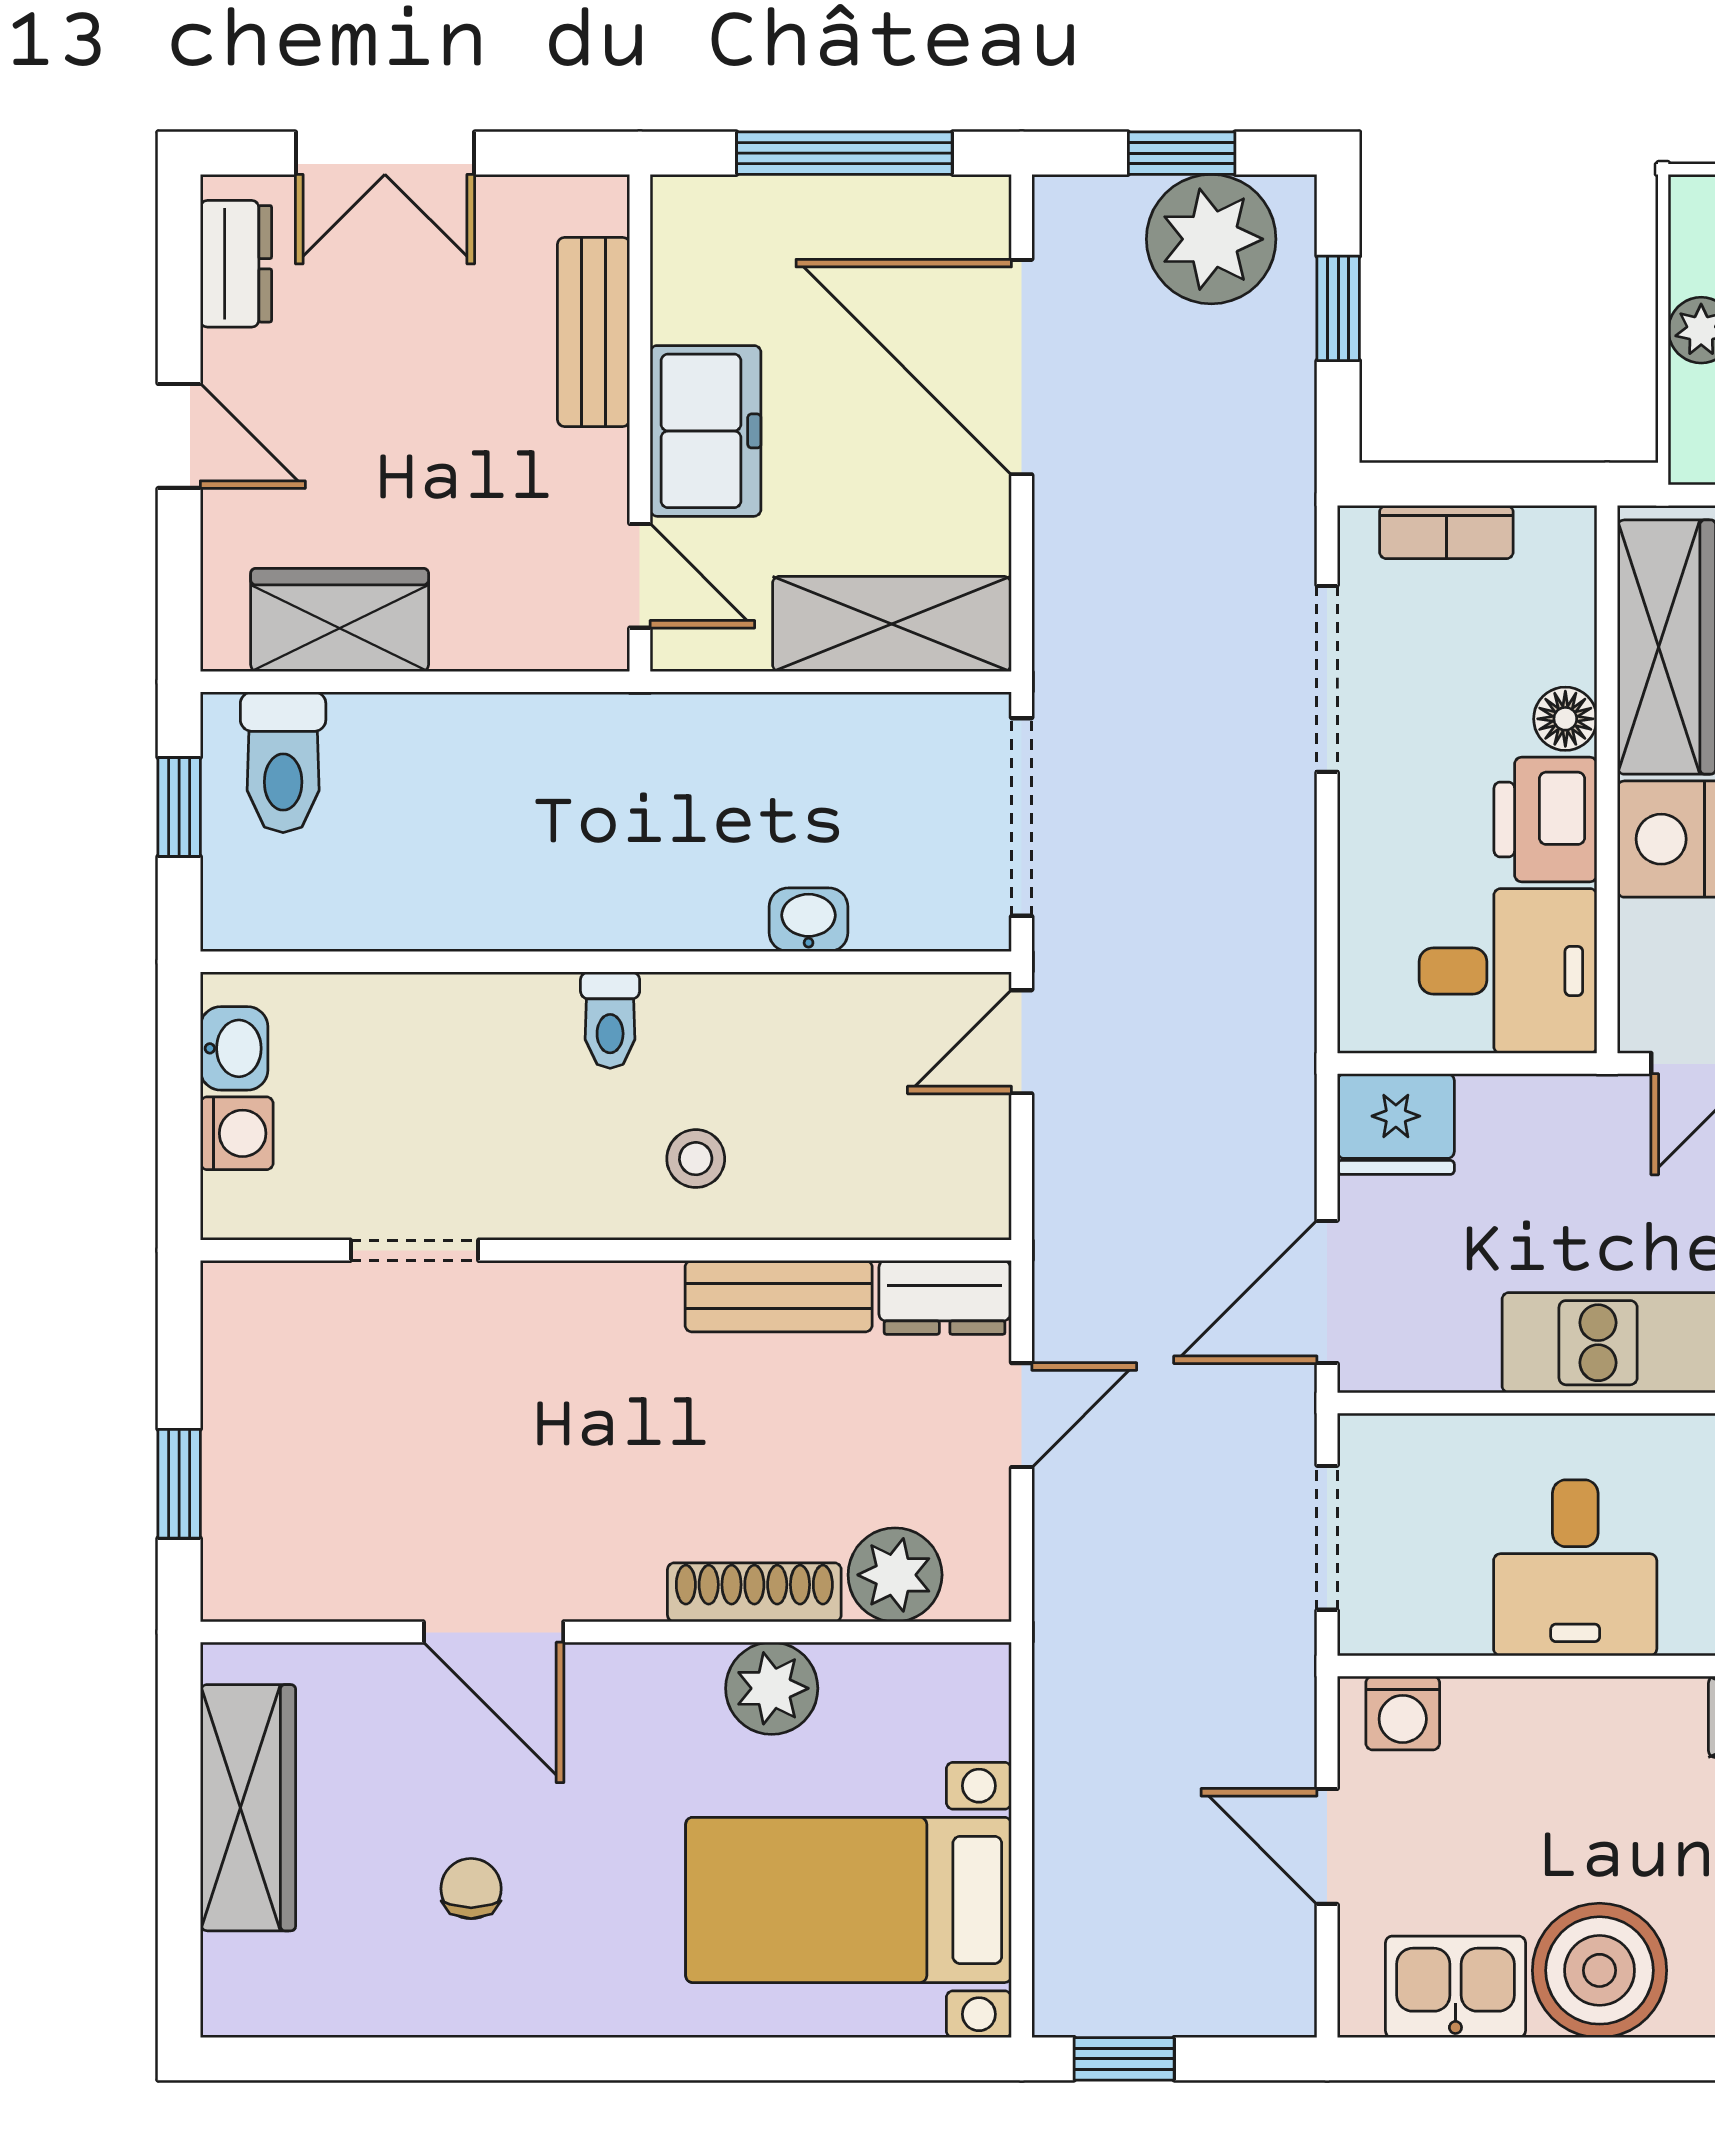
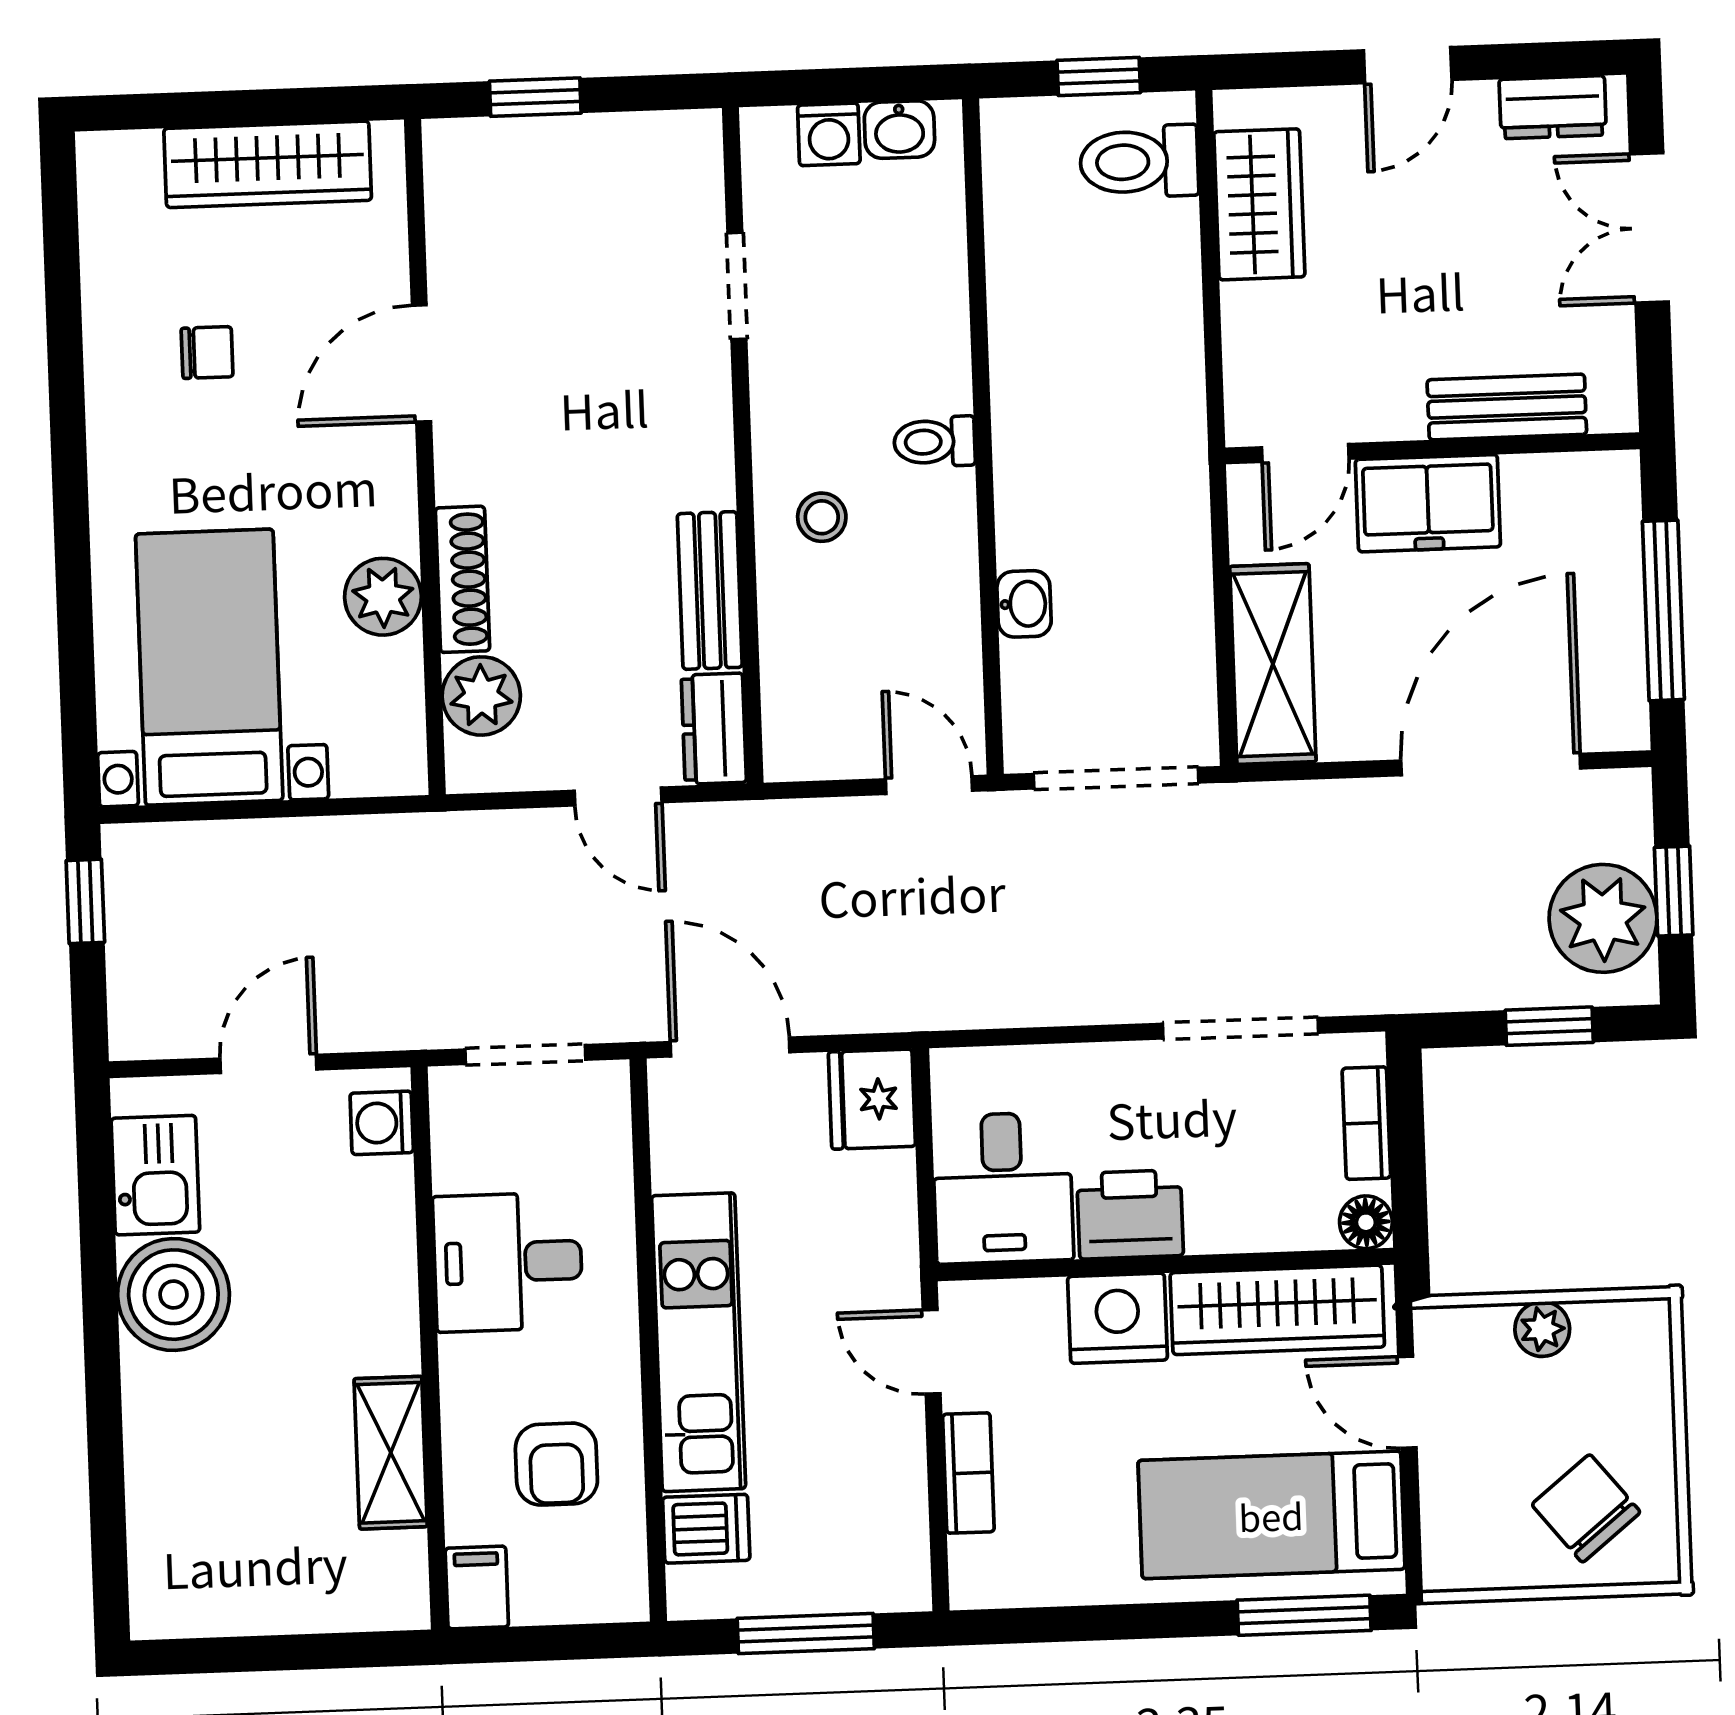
floor lamp: (1565, 719) -> (1366, 1222), moved

